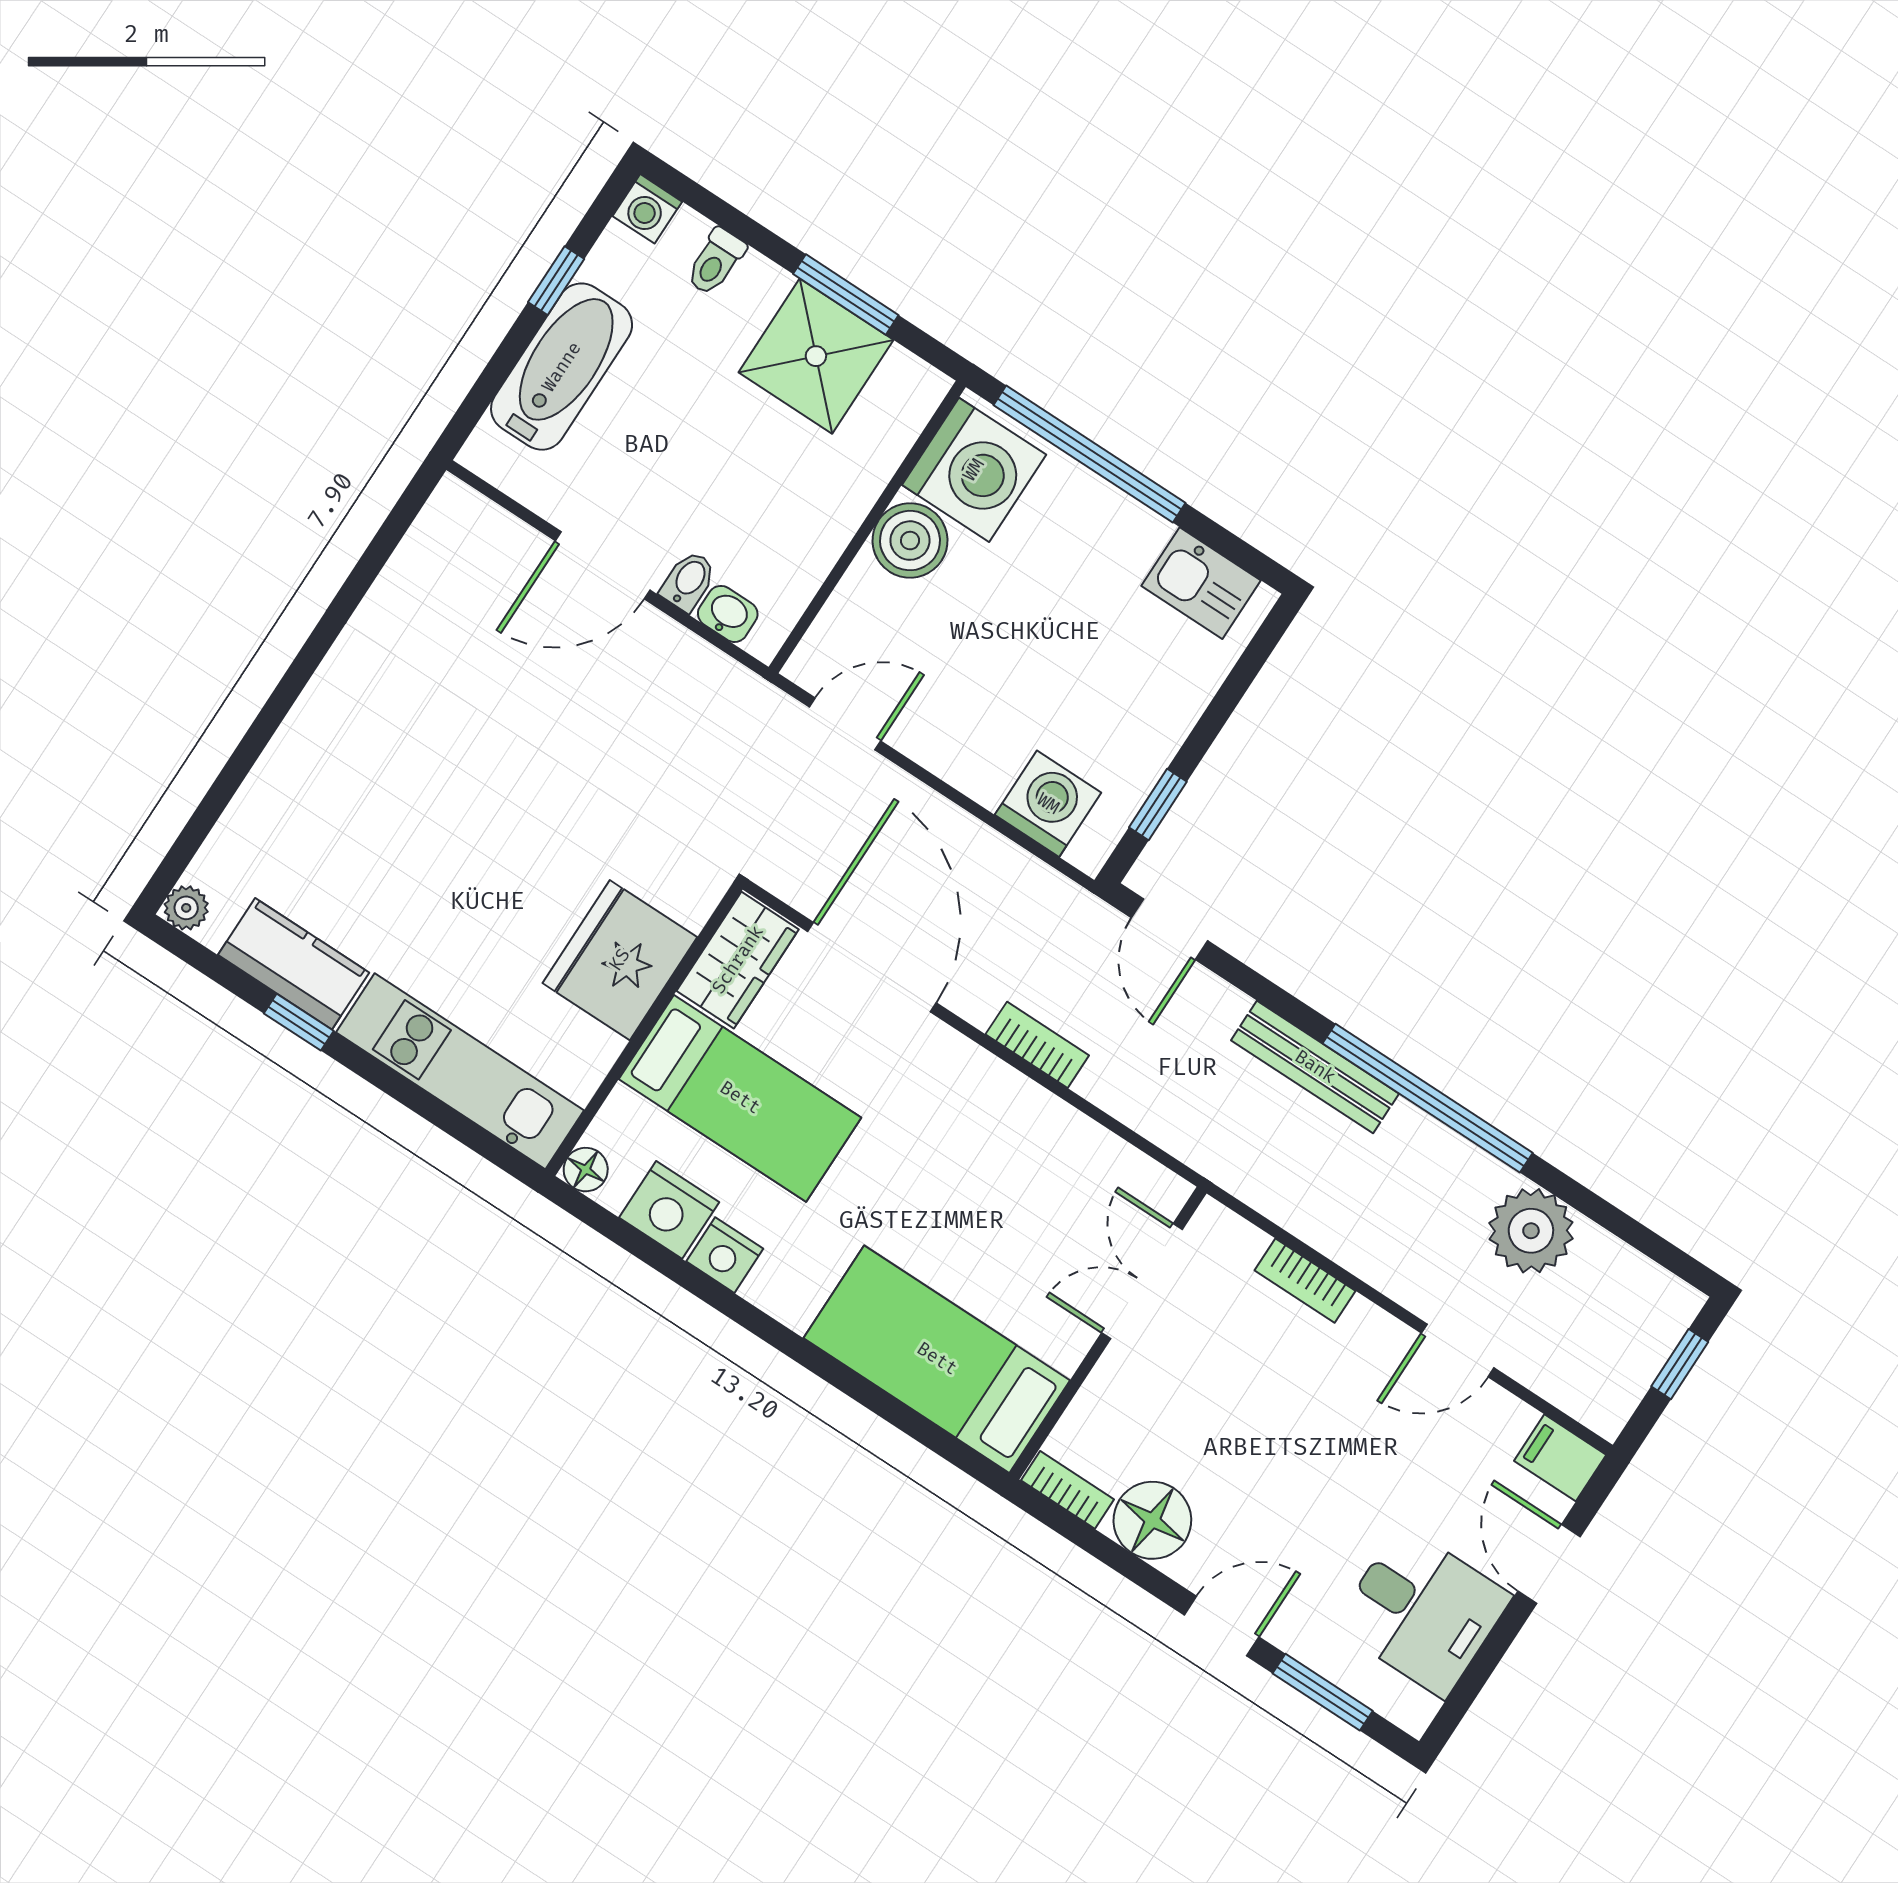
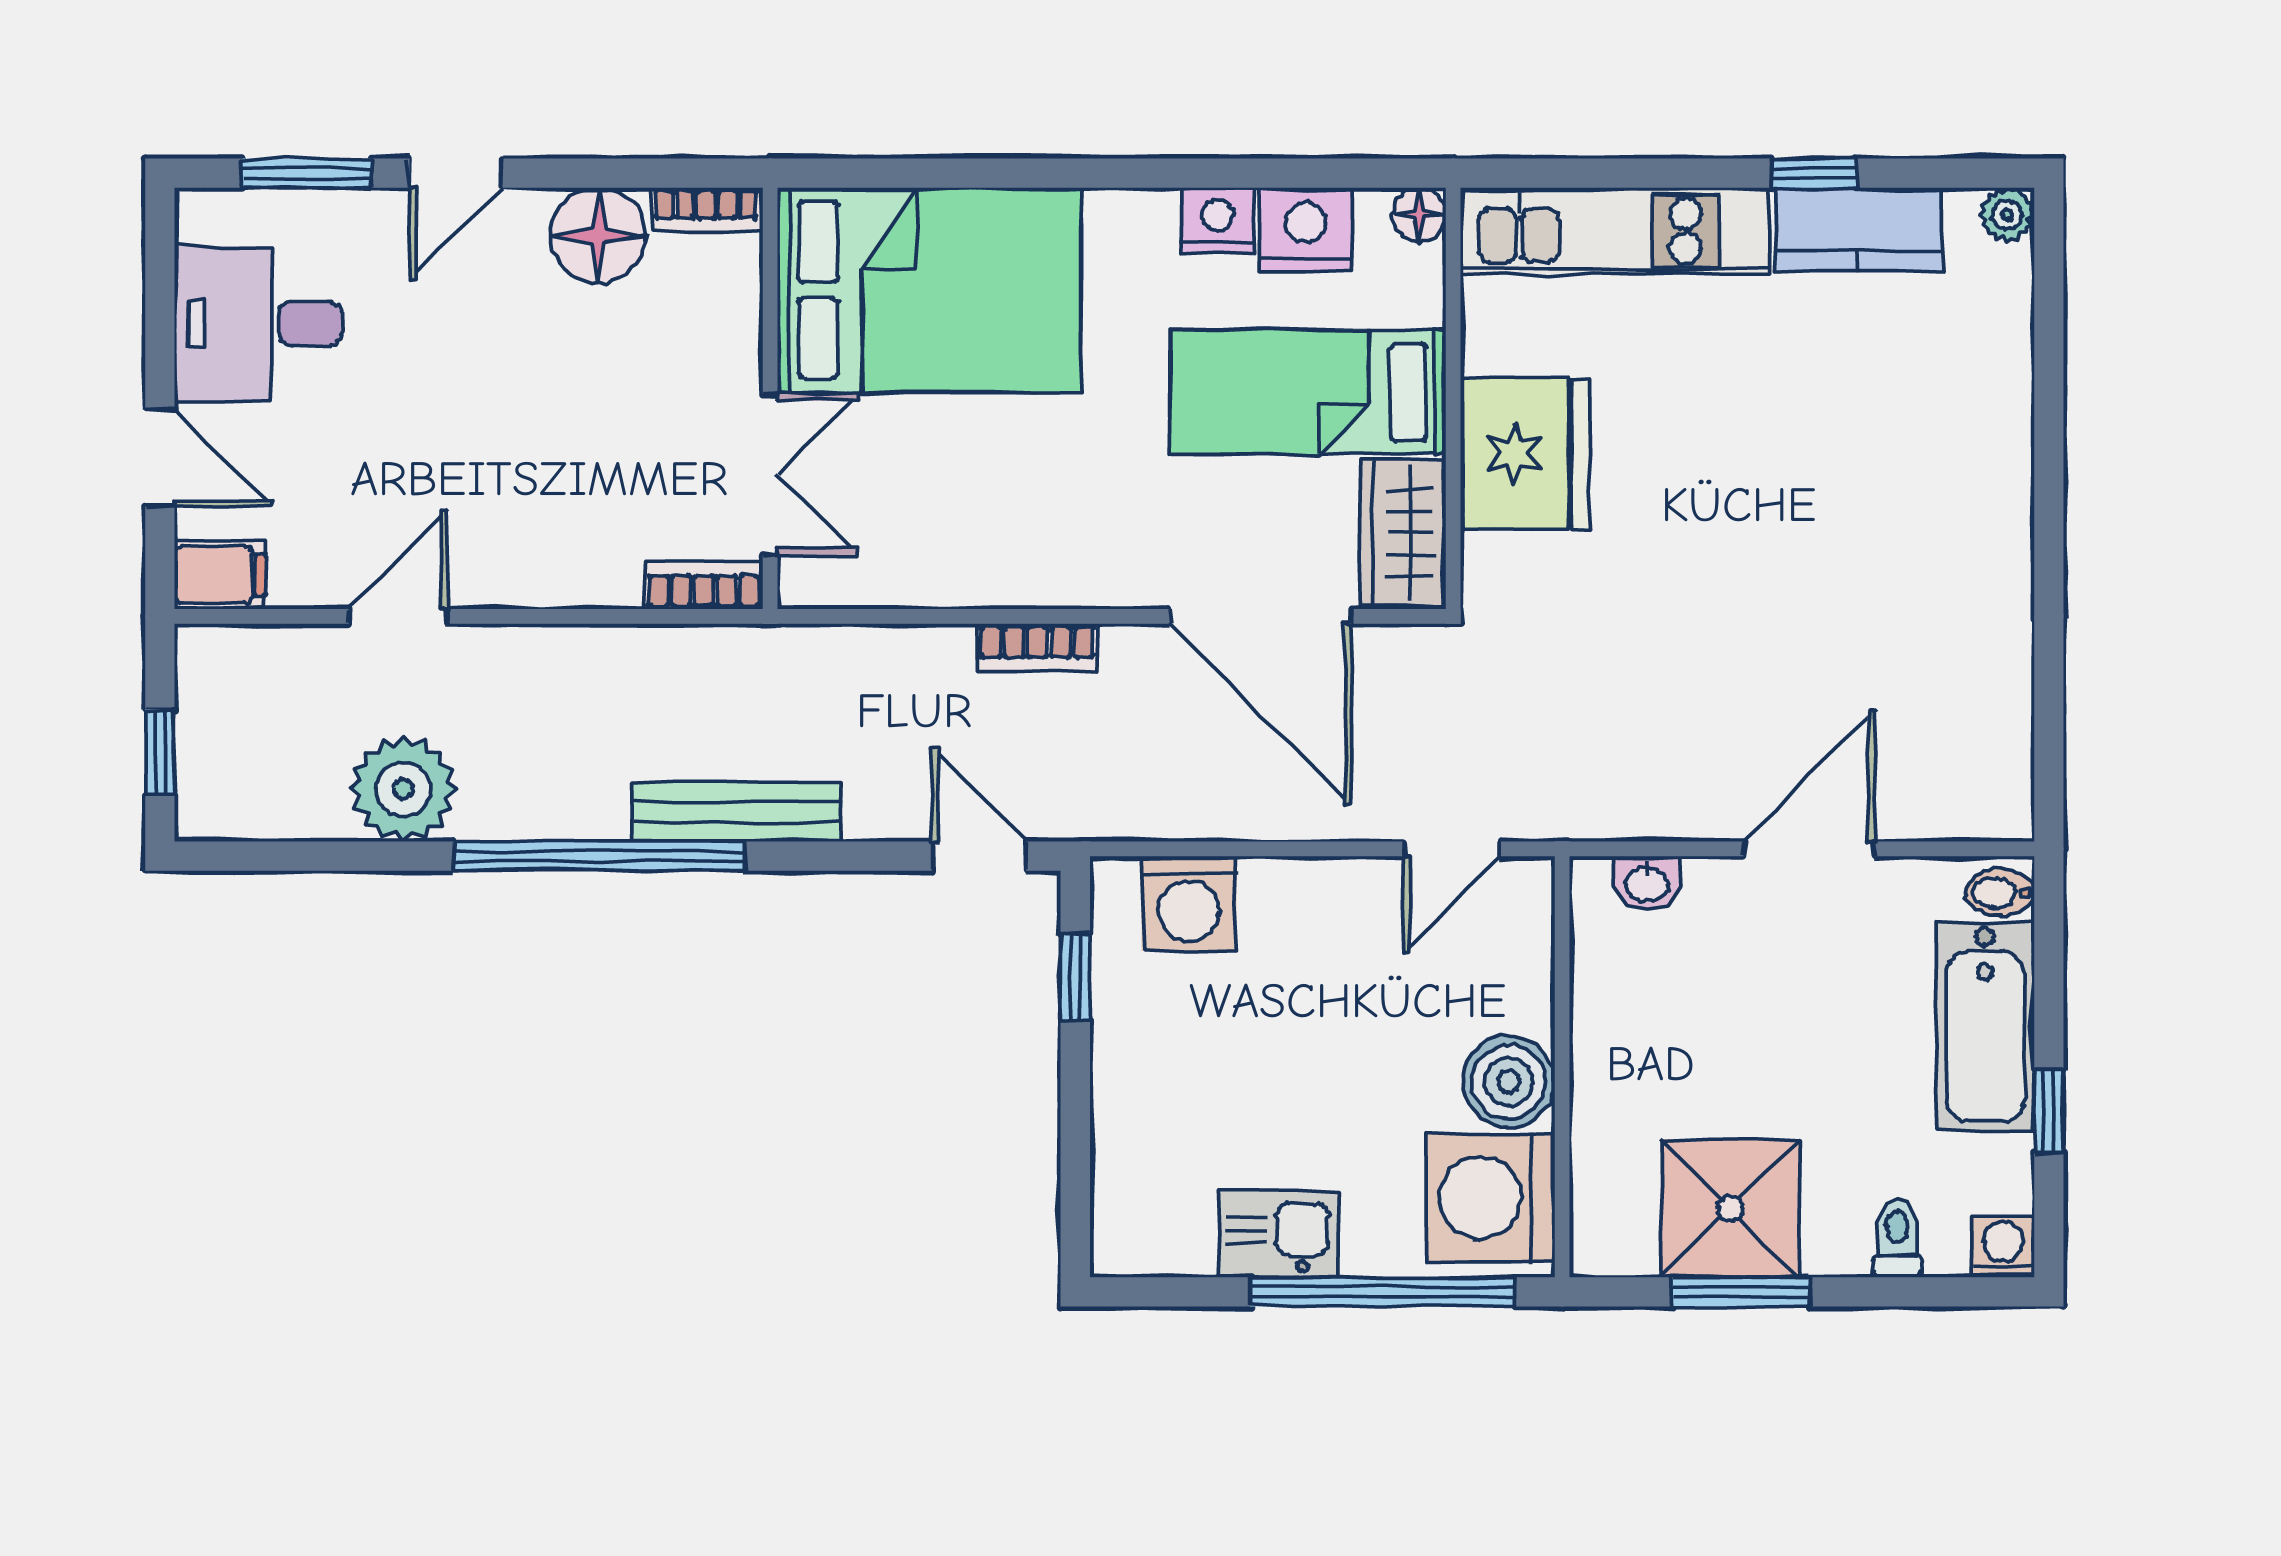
bidet: (688, 581) -> (2000, 893), moved, turned 90
kitchen sink: (1201, 583) -> (1279, 1234), moved
bookcase: (1305, 1281) -> (704, 585), moved
bed: (937, 1359) -> (929, 290), width x1.50

